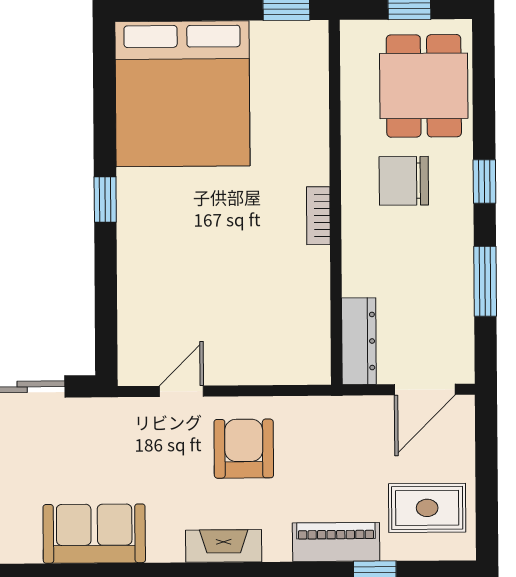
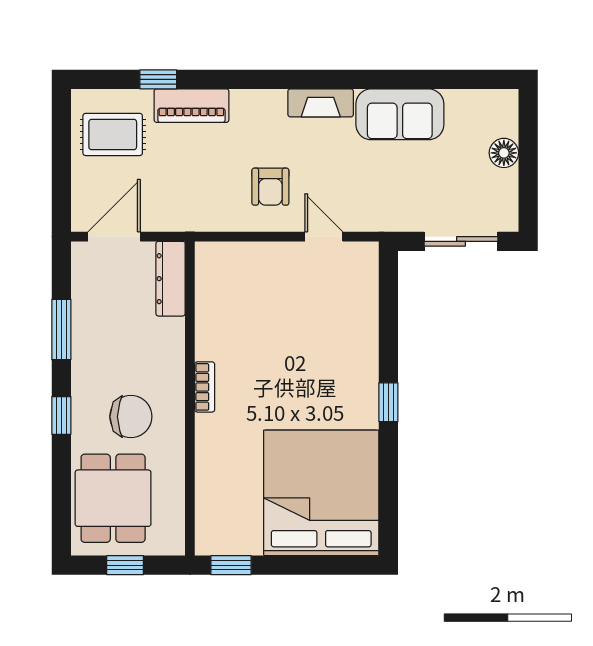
door: (181, 391) -> (324, 237), swing flipped
armchair: (244, 449) -> (270, 187), width x0.72, depth x0.72
fireplace: (224, 546) -> (321, 103), moved

